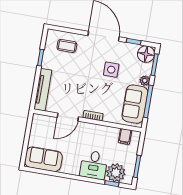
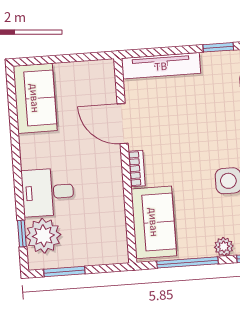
sofa: (135, 104) -> (154, 222), moved, turned 90
filing cabinet: (125, 136) -> (113, 236), removed

